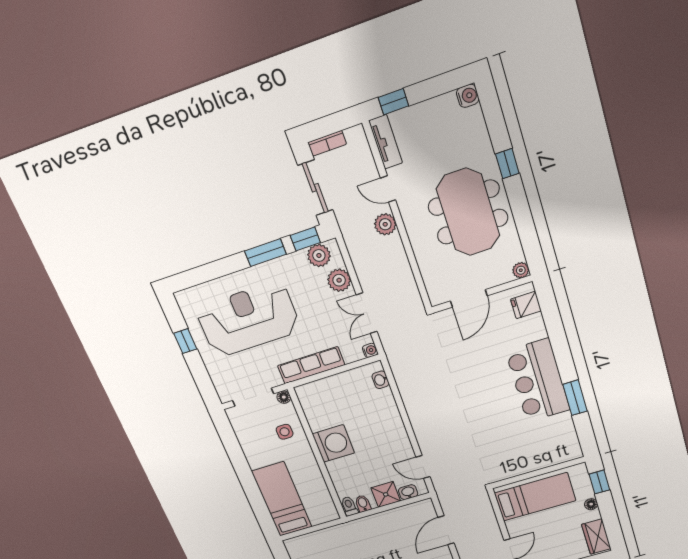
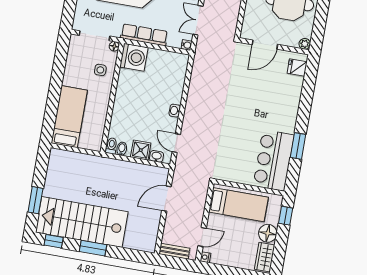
washbasin: (381, 380) -> (175, 111), moved
bar counter: (538, 381) -> (274, 160), moved
washing machine: (333, 443) -> (134, 57), moved
floor lamp: (591, 504) -> (268, 233), width x1.89, depth x1.89

